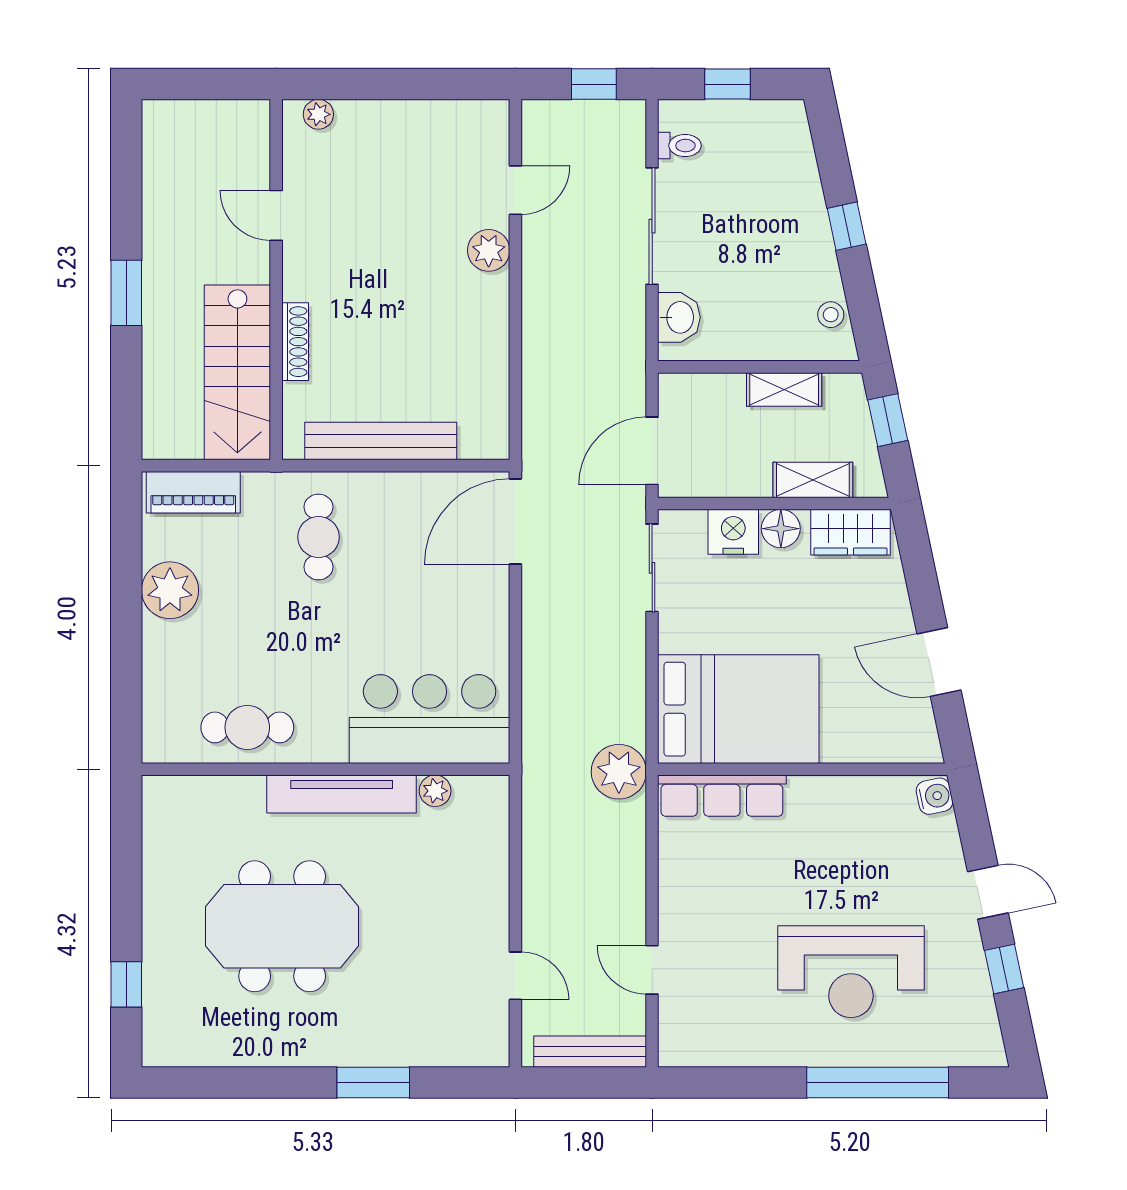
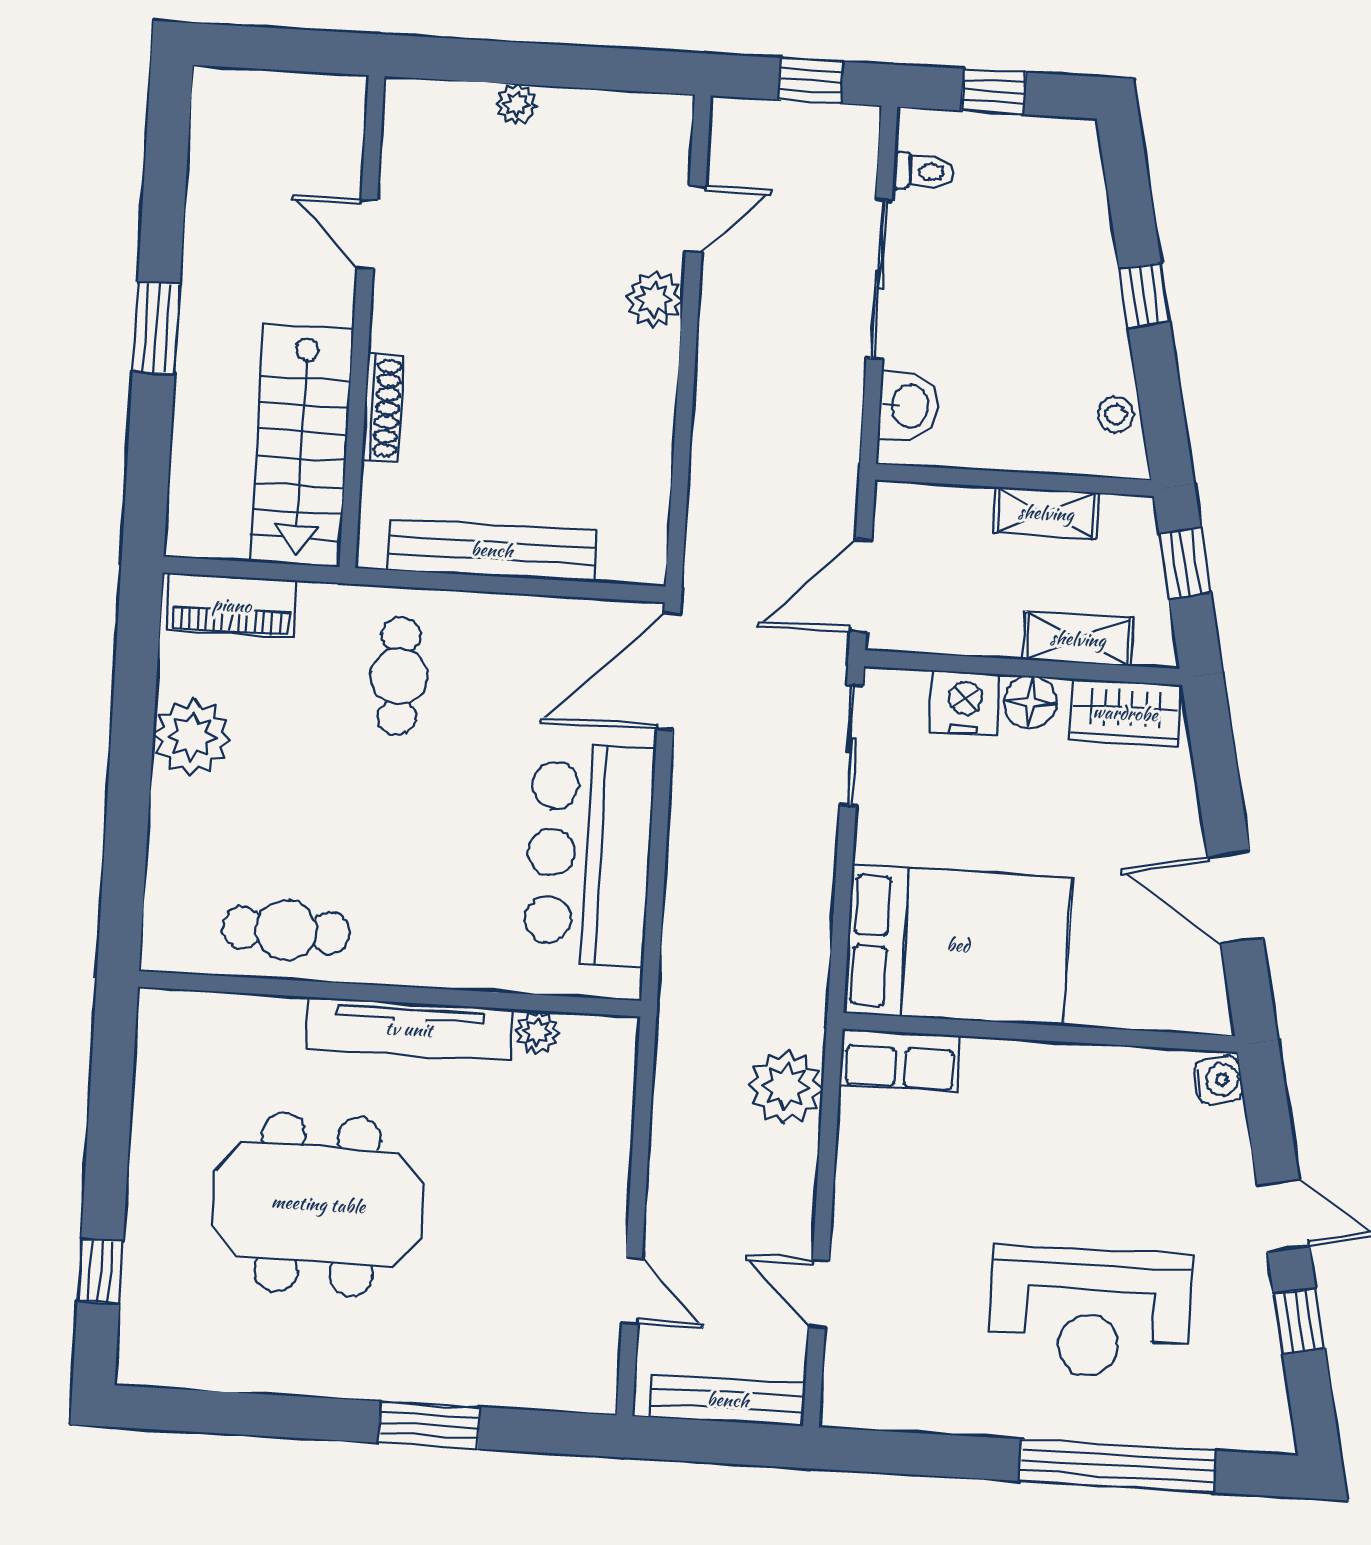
plant: (318, 114) -> (516, 105), moved
bar counter: (430, 719) -> (589, 855), moved, turned -90
plant: (619, 772) -> (786, 1087), moved
row of seats: (722, 796) -> (900, 1060), width x0.68

